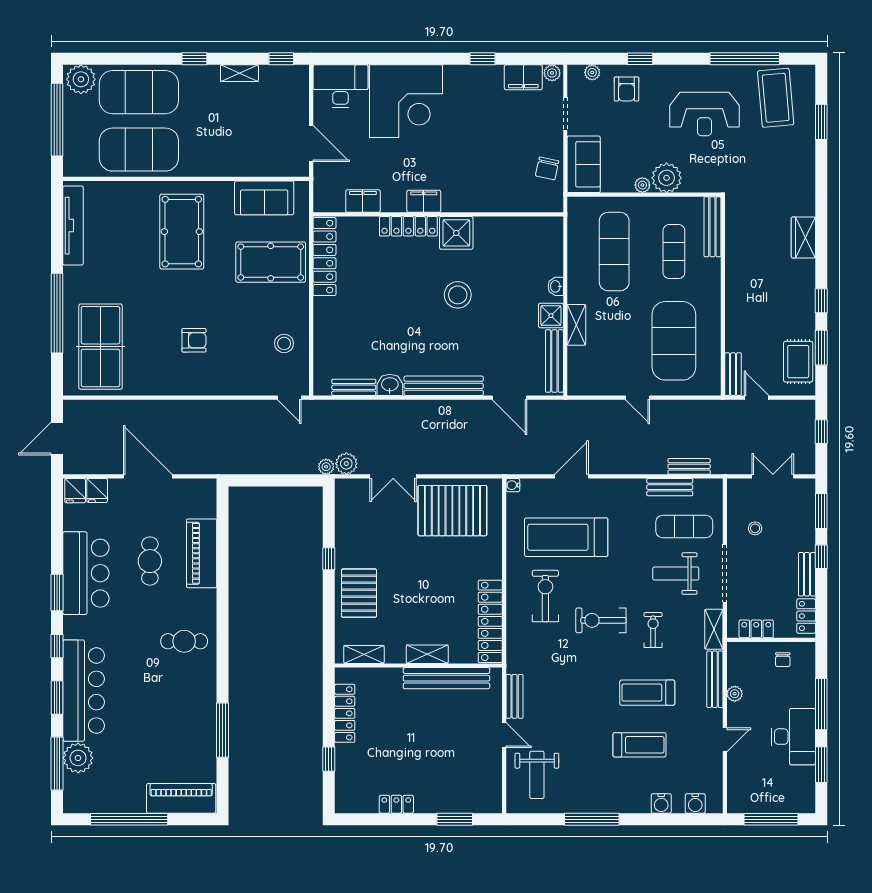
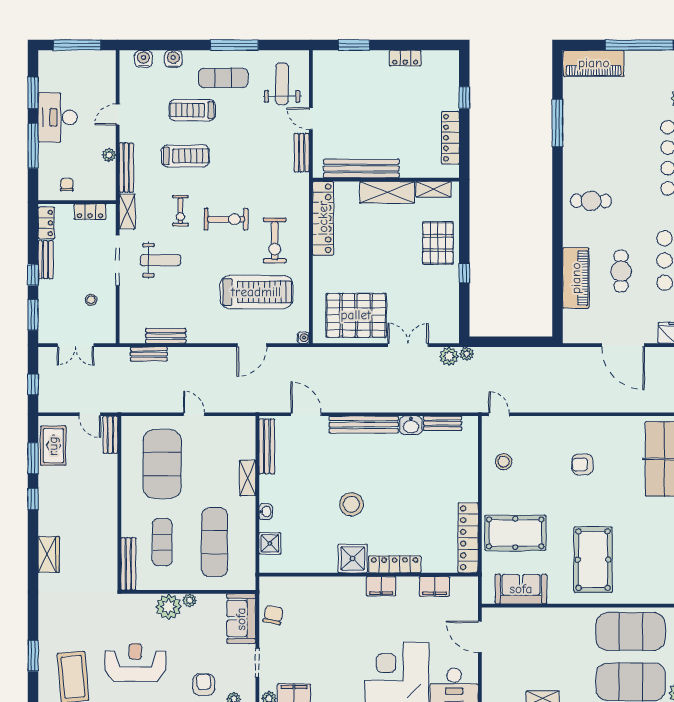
shower: (551, 316) -> (270, 543), moved
exercise mat: (684, 527) -> (223, 78), moved
shelving: (427, 654) -> (387, 192), width x1.50, depth x1.33

